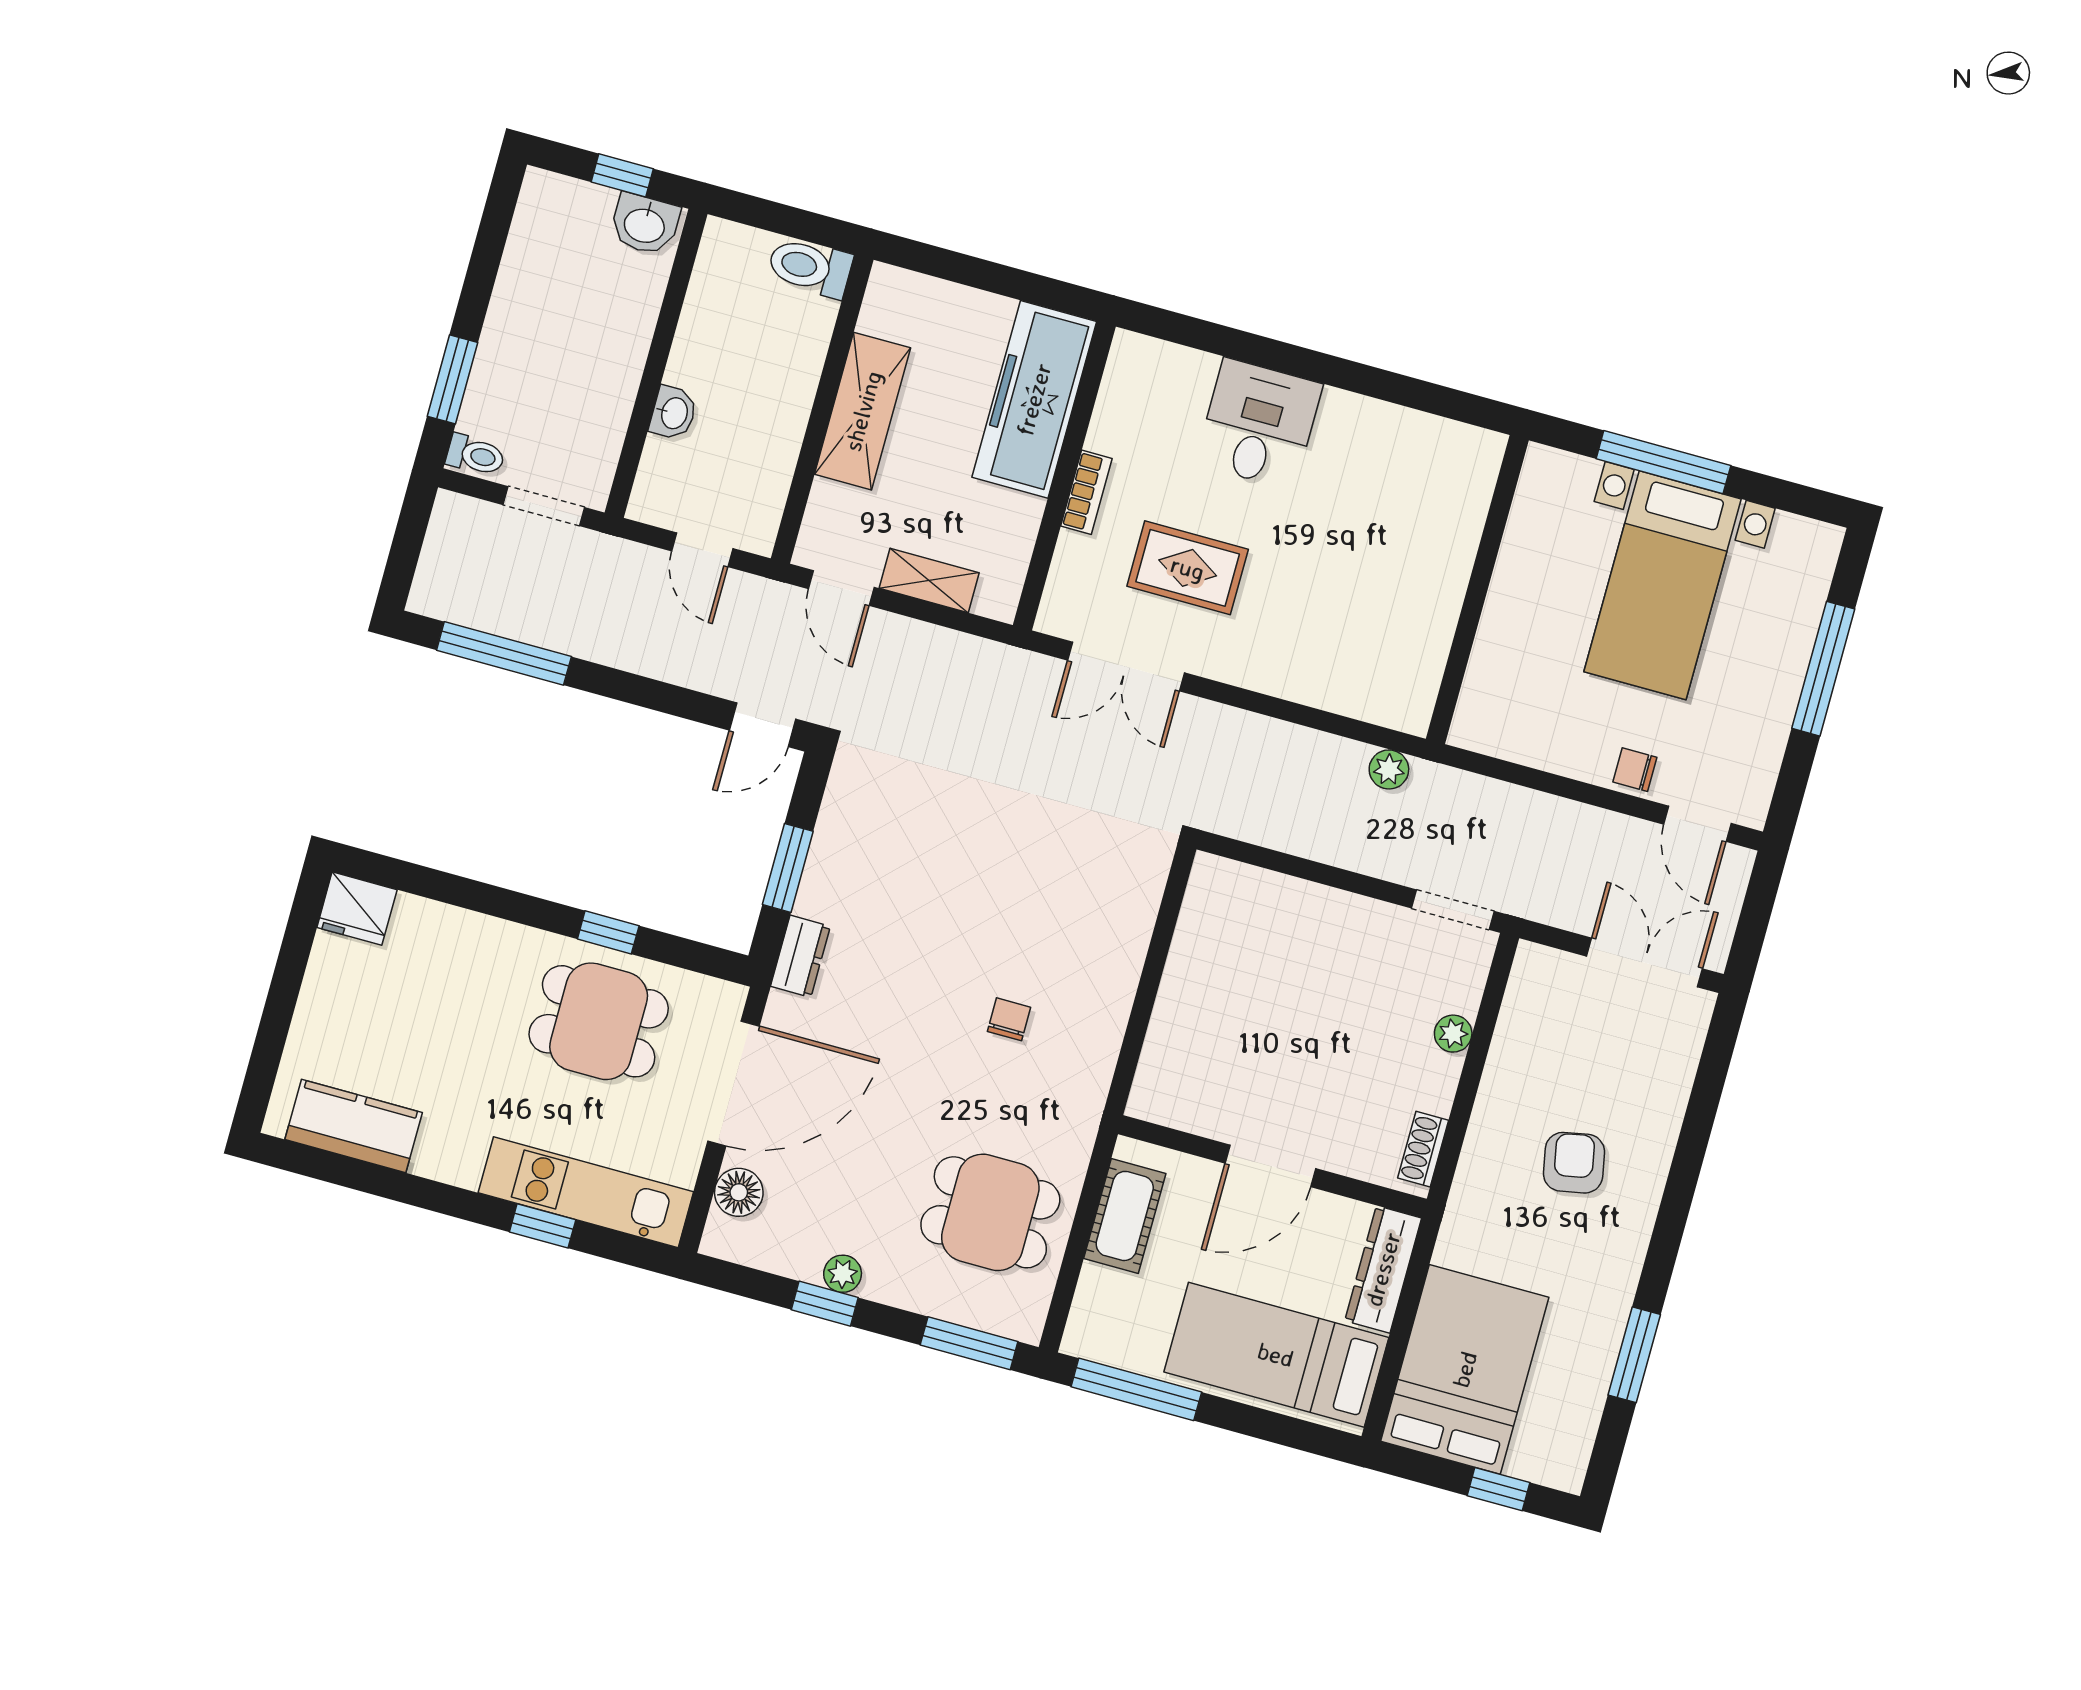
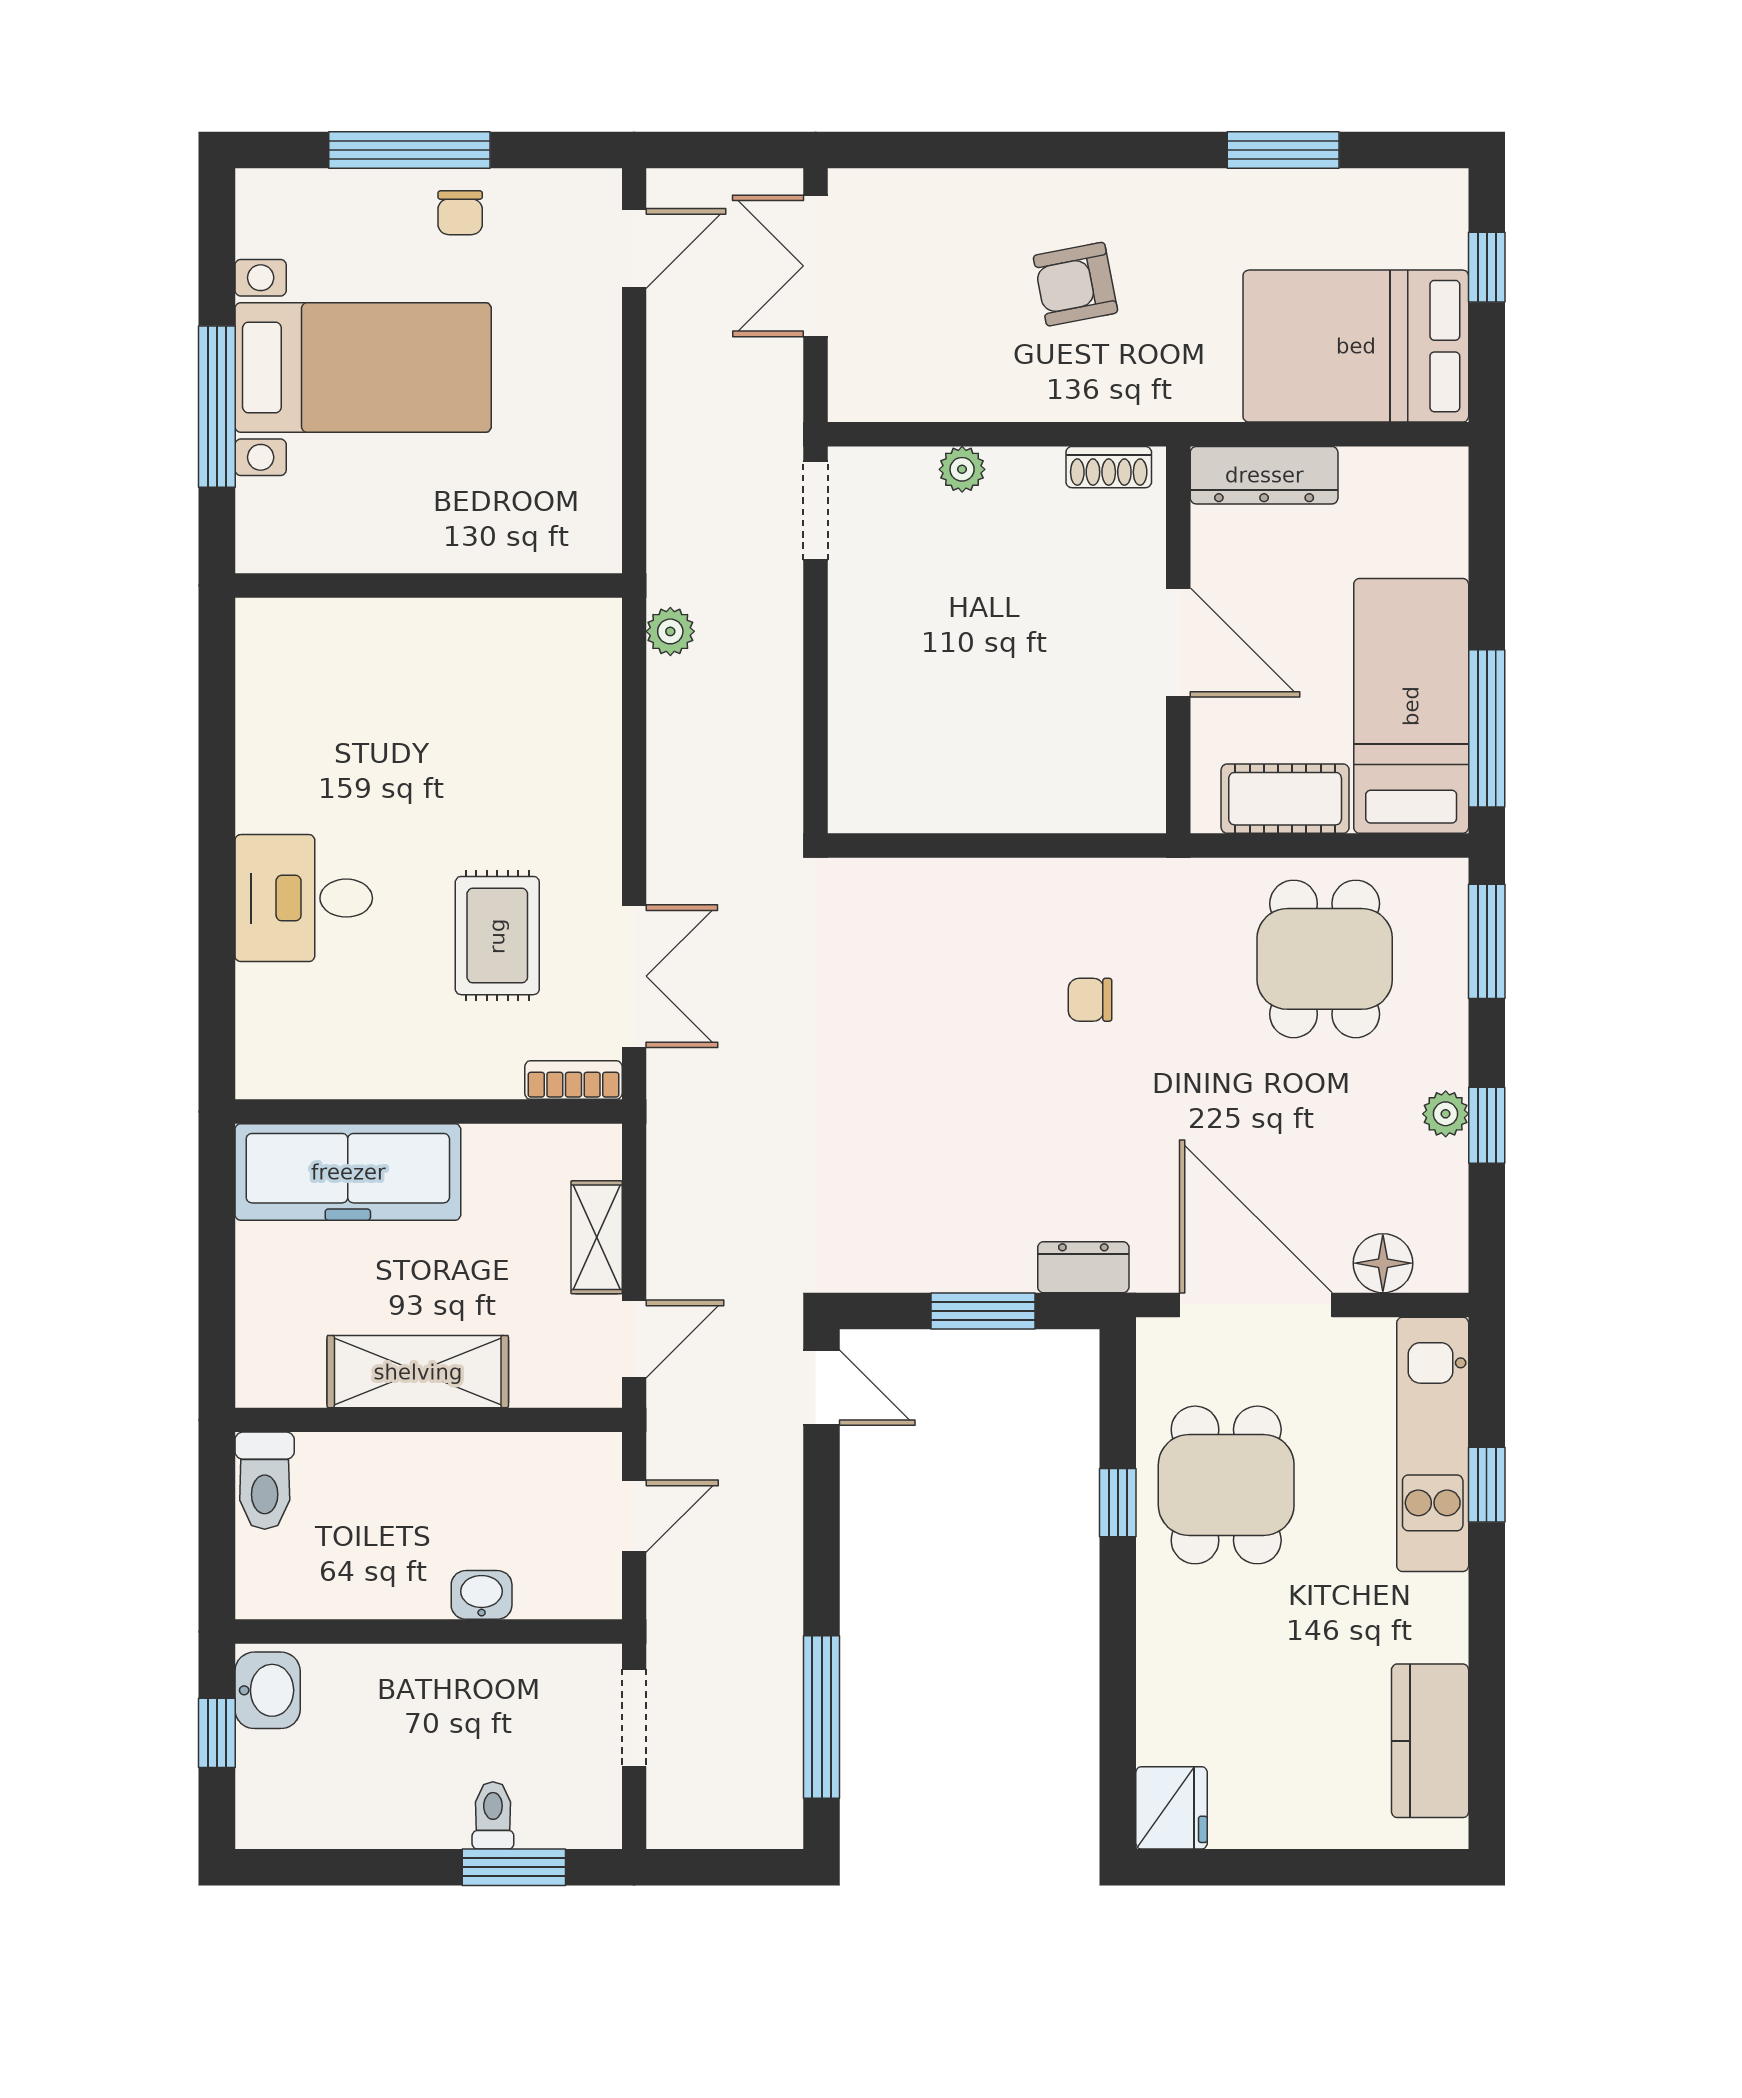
toilet: (475, 455) -> (493, 1815), moved
bookcase: (1086, 492) -> (573, 1080), moved
chair: (1635, 770) -> (460, 213), moved
bed: (1276, 1355) -> (1411, 706), moved, turned 180

